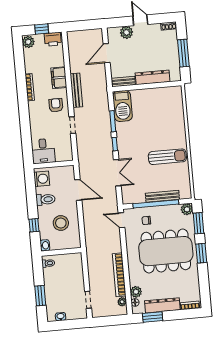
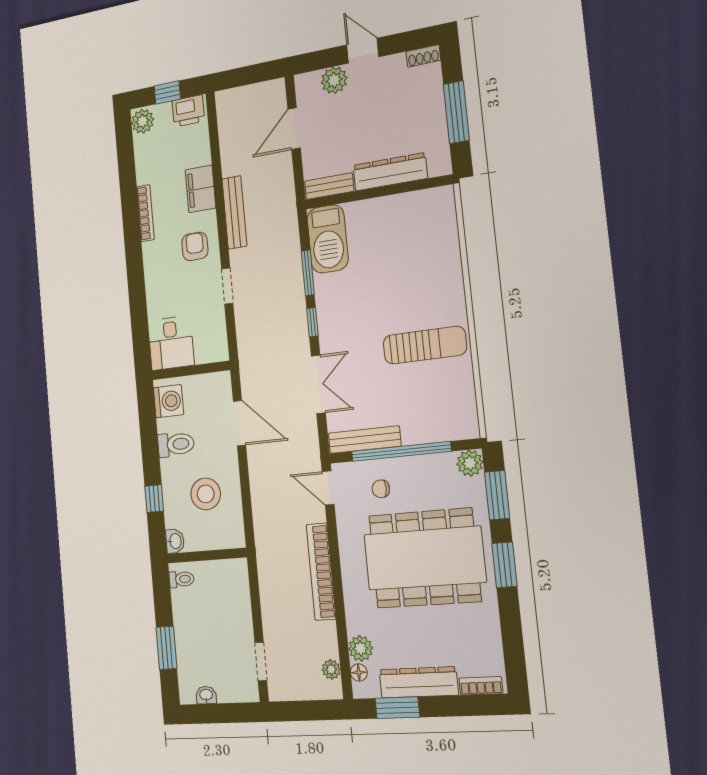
bench: (162, 196) -> (365, 440), moved
bookcase: (119, 275) -> (321, 572), moved

